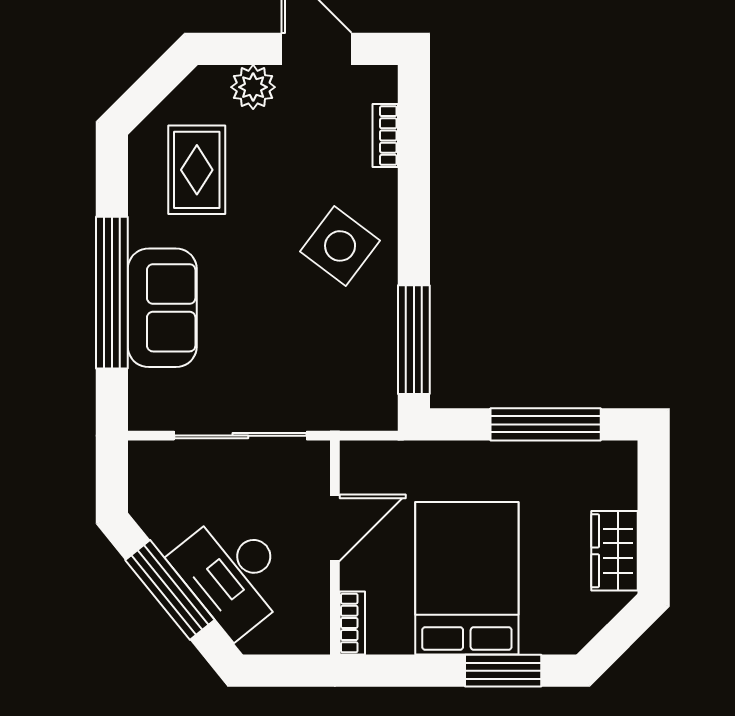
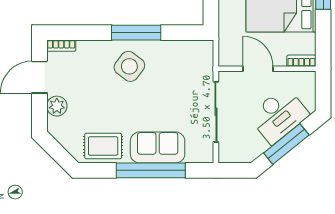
bookcase: (385, 135) -> (61, 46), moved
rug: (197, 170) -> (103, 146), moved
window: (414, 340) -> (136, 33), moved

